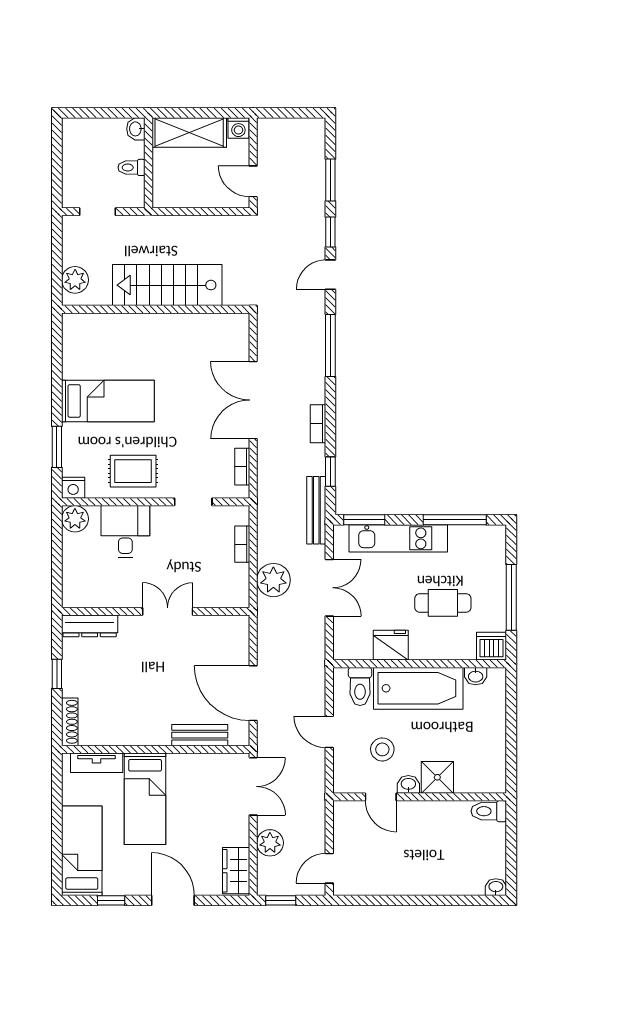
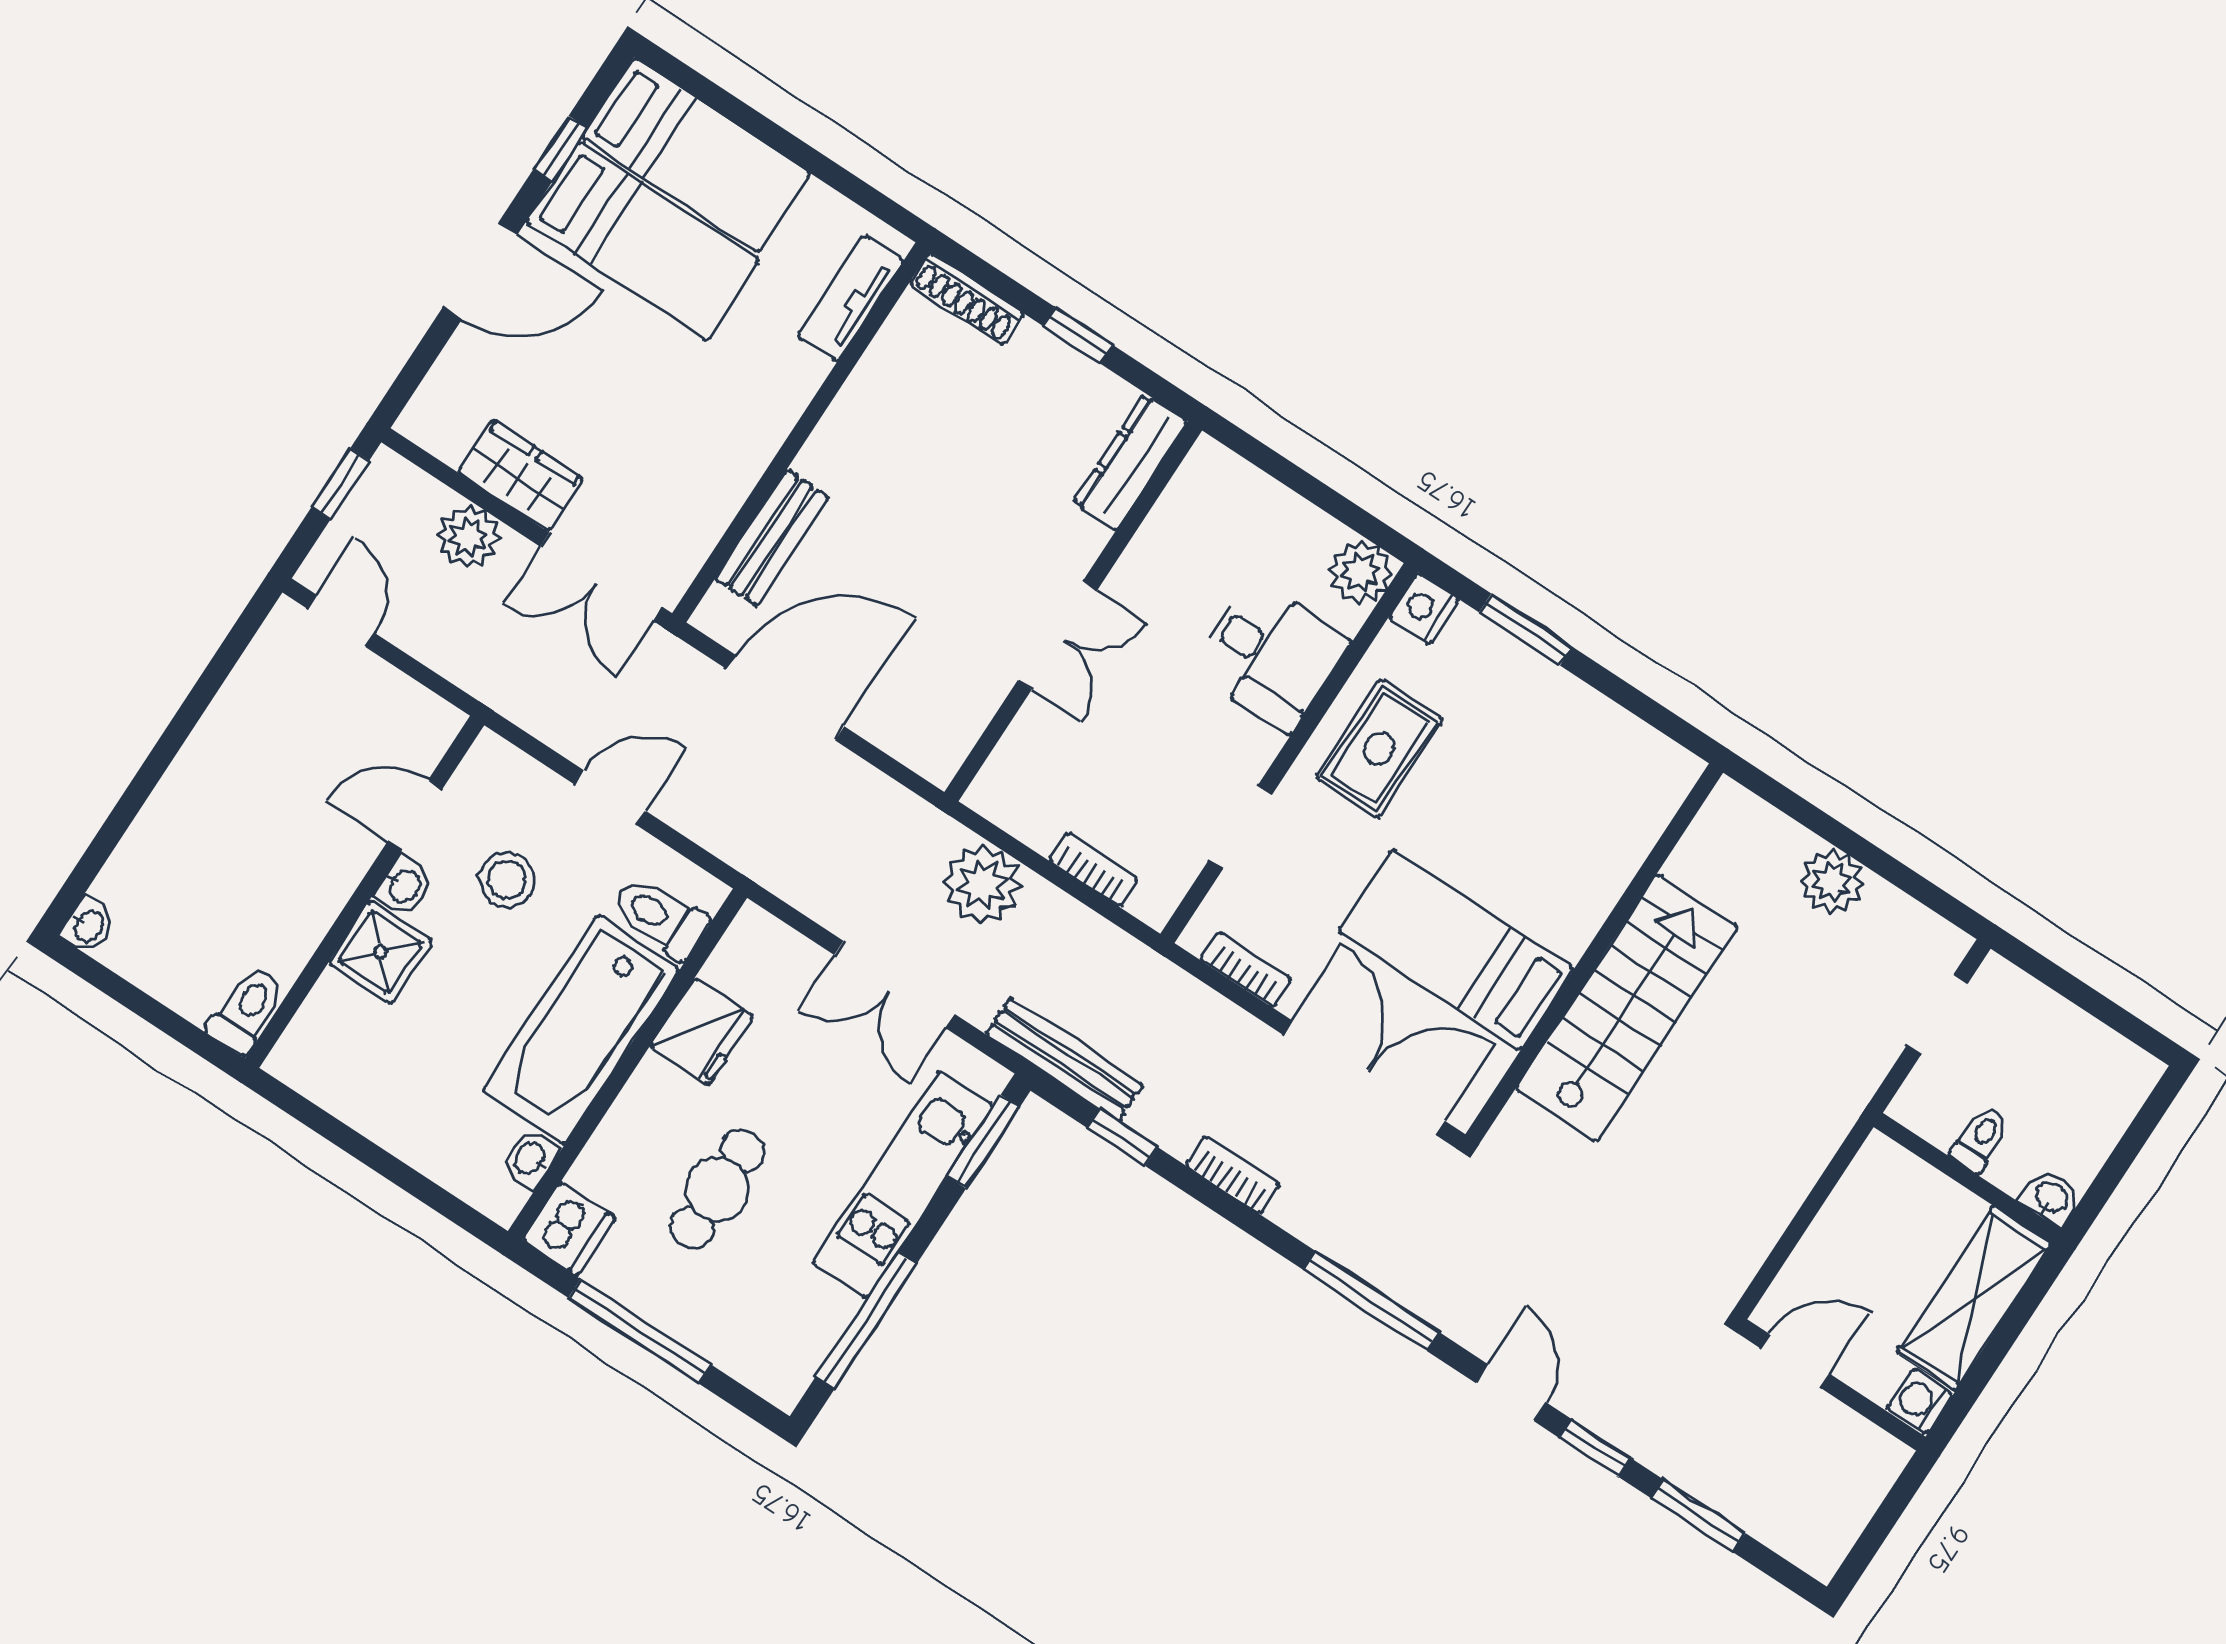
stairs: (167, 285) -> (1627, 1008), moved
wall: (156, 309) -> (1594, 954), moved
bed: (108, 401) -> (1456, 950), moved, turned 90
bed: (145, 799) -> (643, 241), moved, turned 180
wardrobe: (236, 871) -> (520, 476), moved

